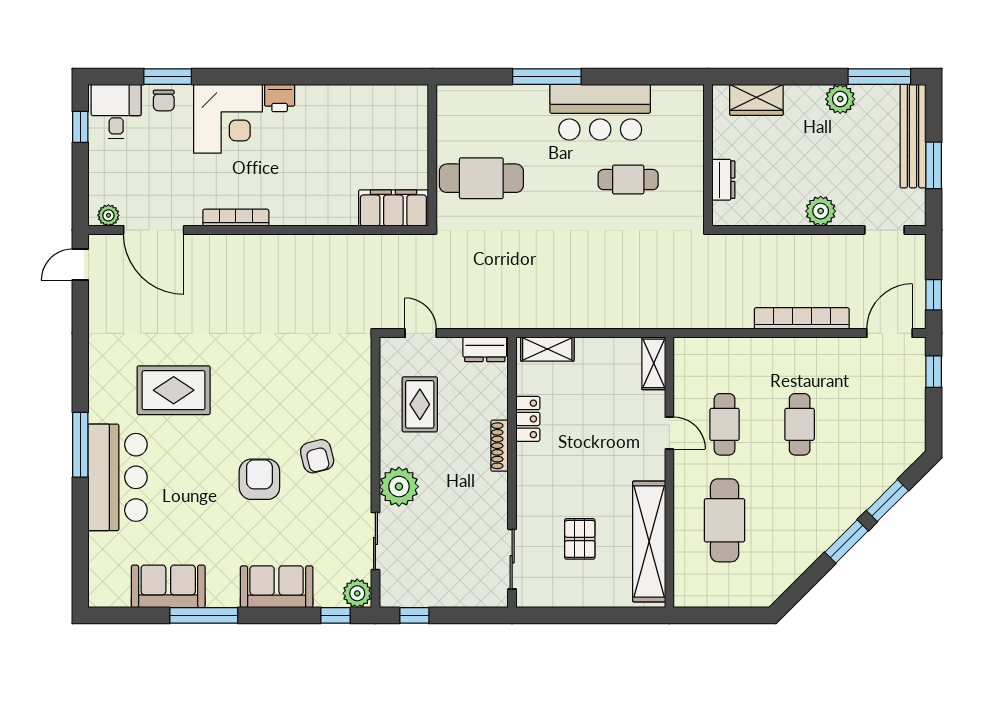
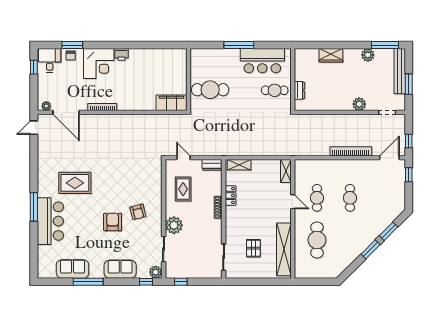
wall: (708, 155) -> (293, 80), moved
dresser: (723, 180) -> (299, 90), moved

